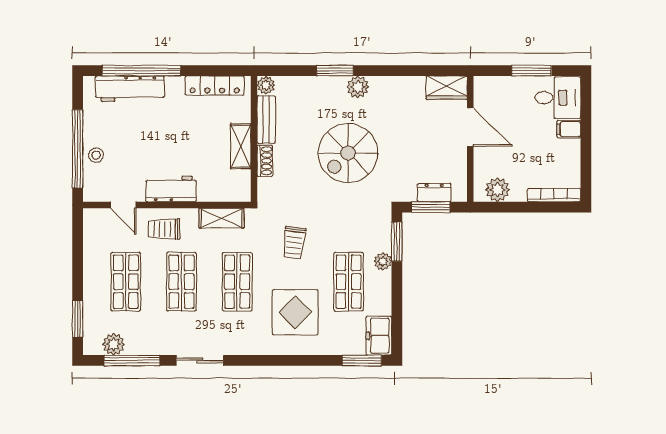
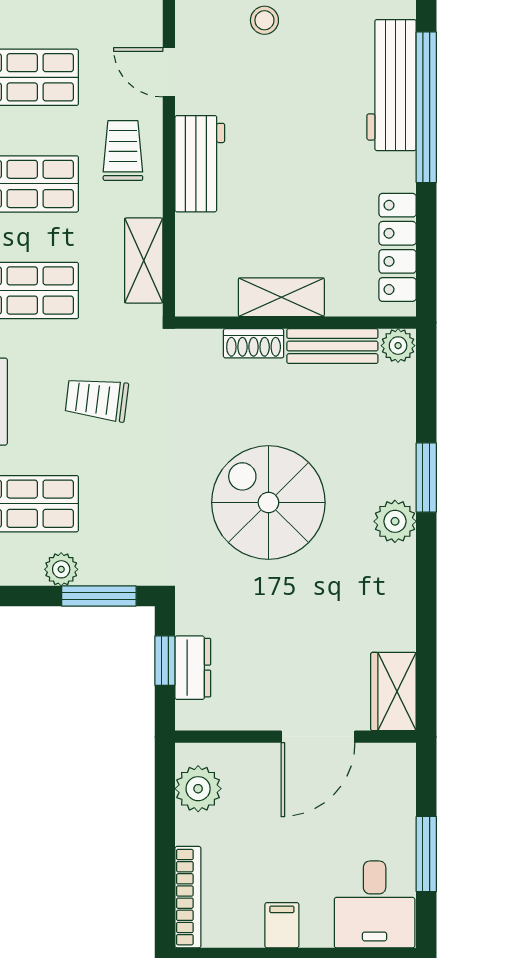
filing cabinet: (569, 129) -> (282, 925), moved
door: (123, 205) -> (169, 72), hinge flipped
window: (431, 207) -> (165, 661), width x0.67

